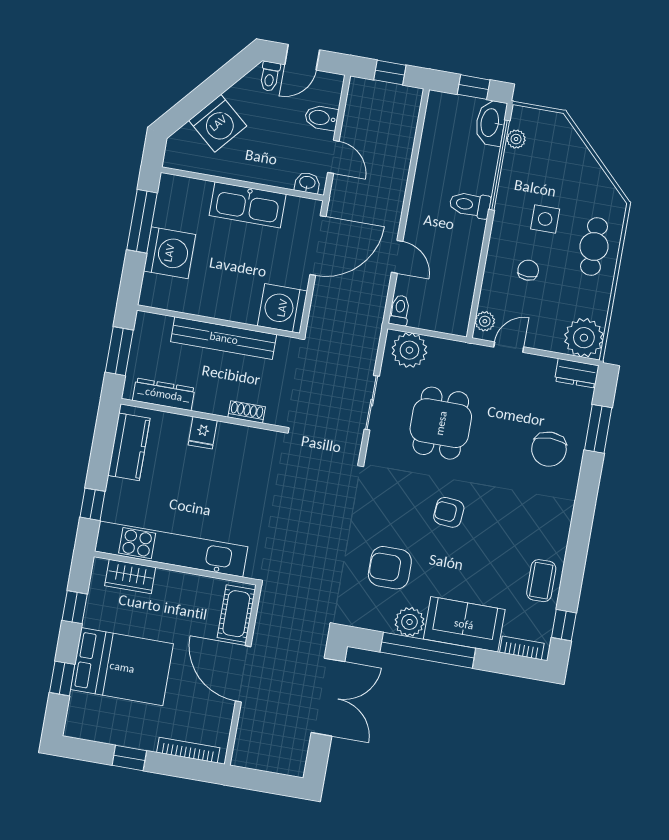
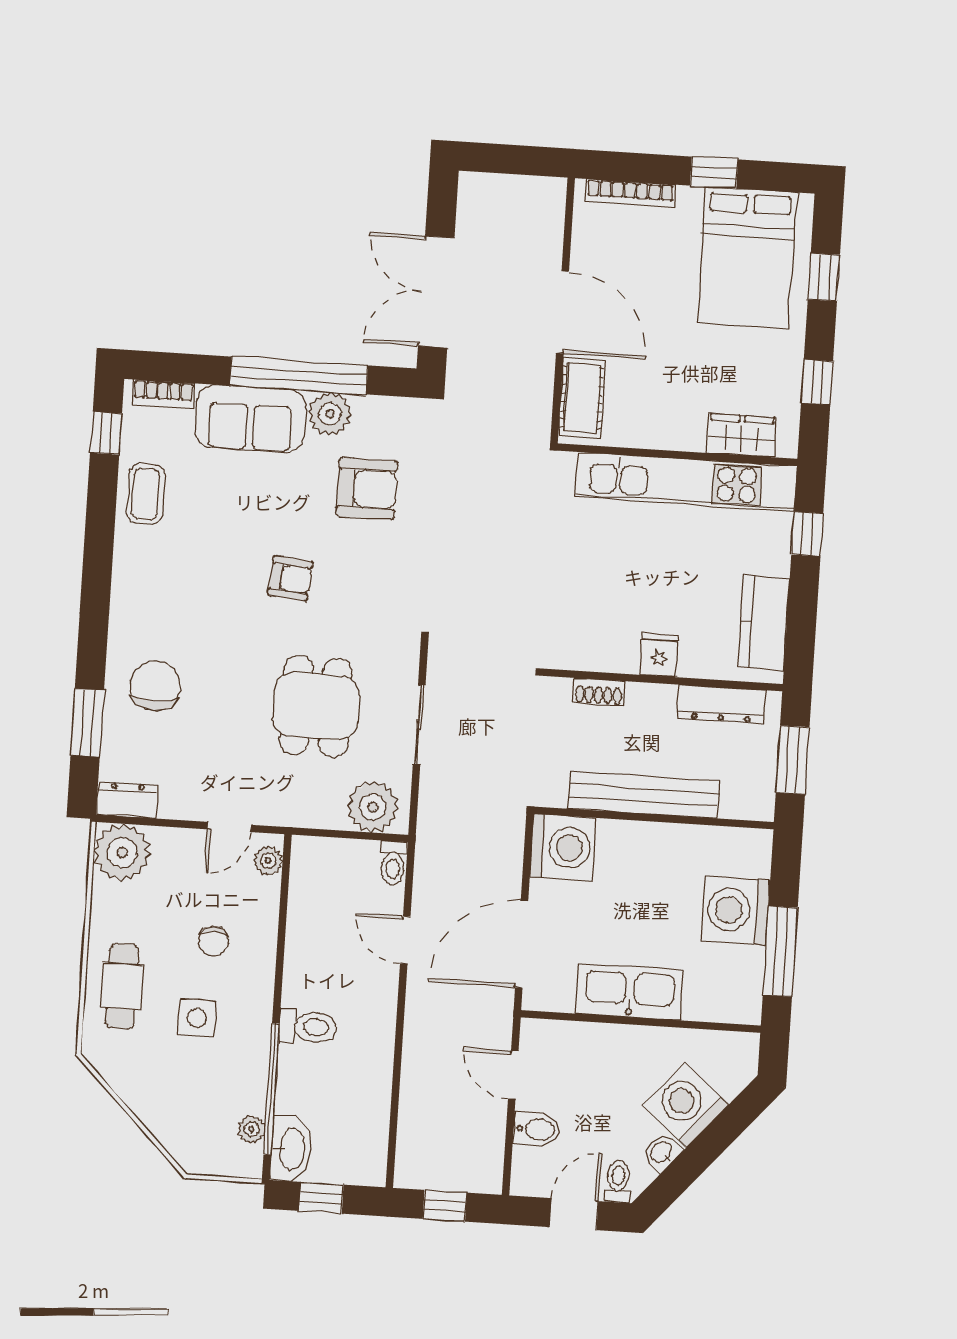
washbasin: (307, 183) -> (662, 1152), moved, turned 131
bed: (122, 667) -> (747, 258), moved, turned -90

